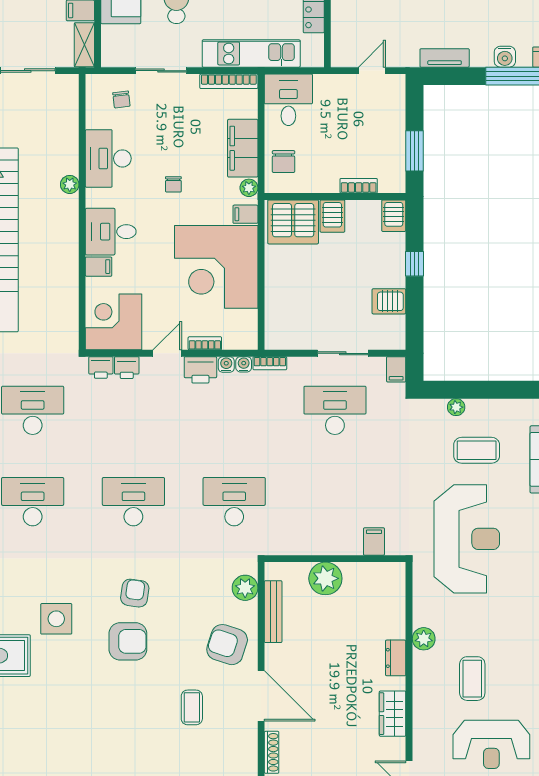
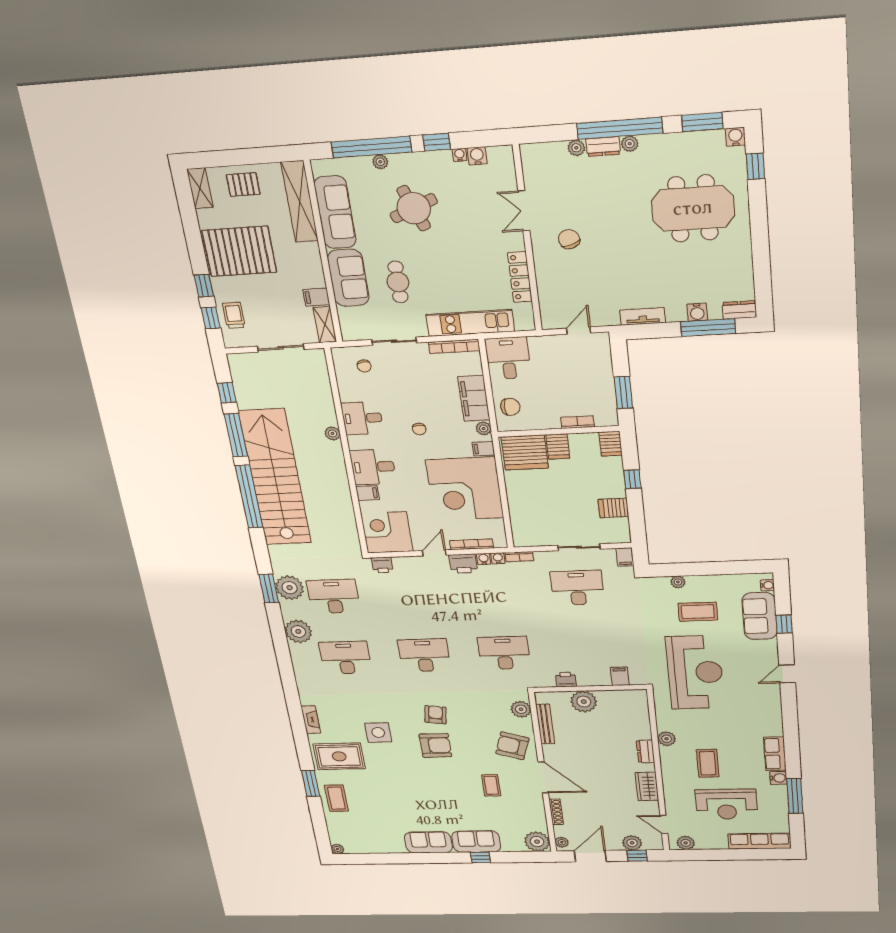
desk: (108, 158) -> (362, 418), width x0.73
chair: (284, 162) -> (510, 407), turned -90
bookcase: (205, 343) -> (472, 544), width x1.56
printer: (127, 368) -> (566, 680), moved, turned 180

